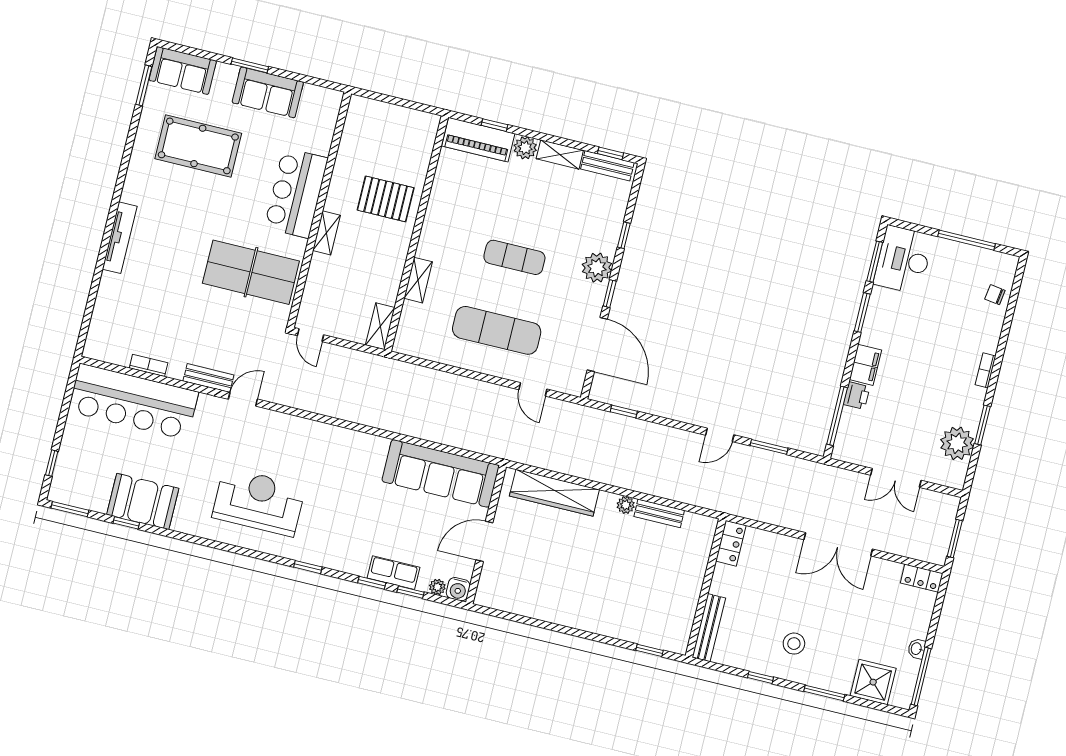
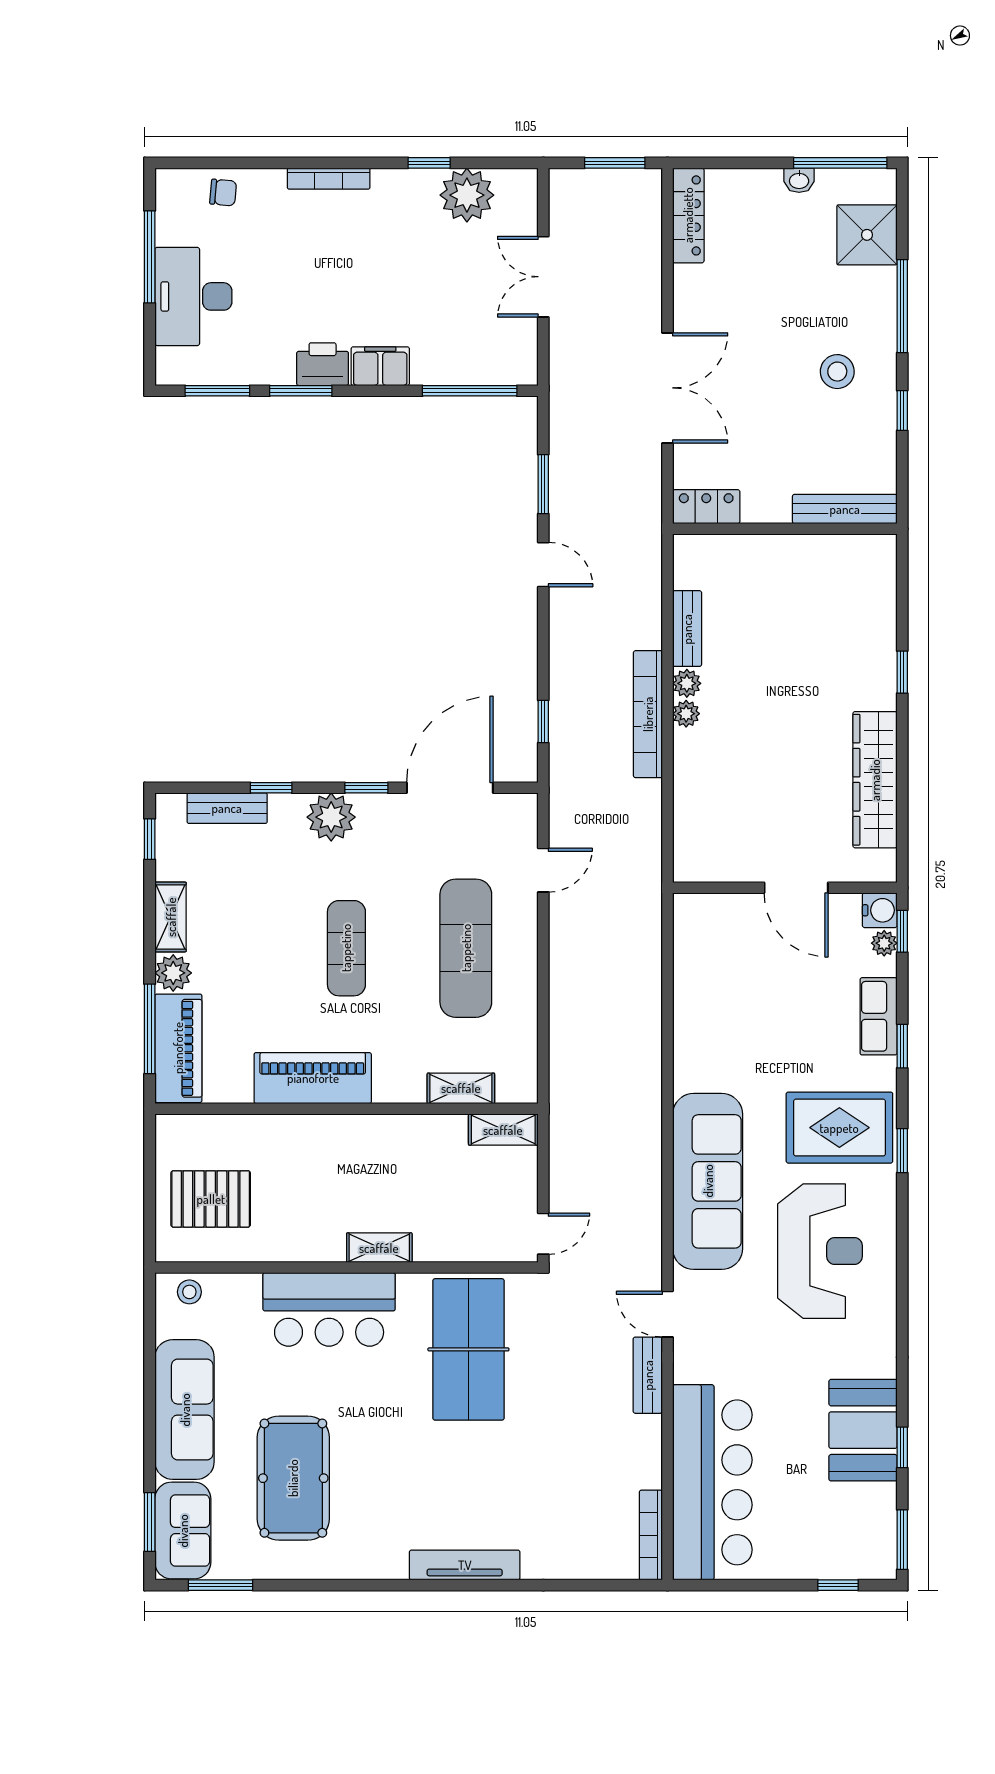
window: (250, 65) -> (150, 1522), moved
sofa: (268, 92) -> (185, 1410), width x1.36
stool: (328, 110) -> (189, 1292), added
window: (494, 125) -> (150, 1029), width x2.17
bench: (607, 166) -> (227, 808), moved, turned 90
pallet: (386, 199) -> (211, 1199), moved, turned 90
piano: (440, 217) -> (313, 1078), added
desk: (903, 260) -> (193, 296), moved, turned 90
shelving: (418, 280) -> (461, 1088), moved
chair: (995, 295) -> (223, 193), turned -93
bookcase: (149, 365) -> (651, 1535), moved, width x1.56
bookcase: (986, 370) -> (329, 179), width x1.56
printer: (857, 396) -> (323, 364), moved, width x1.36, depth x1.24
window: (982, 425) -> (429, 163), width x0.67
sofa: (441, 473) -> (708, 1181), moved
bookcase: (613, 477) -> (648, 714), added
double door: (896, 478) -> (543, 277), swing flipped
wardrobe: (554, 493) -> (875, 780), moved, turned 180
plant: (607, 500) -> (686, 714), added
reception desk: (259, 502) -> (820, 1251), turned 180
rug: (331, 532) -> (839, 1128), added
double door: (838, 544) -> (667, 388), moved
locker: (922, 578) -> (688, 215), width x1.53
window: (410, 592) -> (902, 931), moved
window: (649, 650) -> (902, 672), moved
window: (824, 693) -> (902, 306), width x1.44

